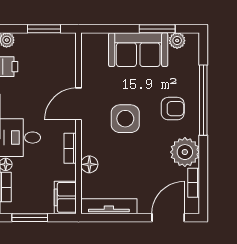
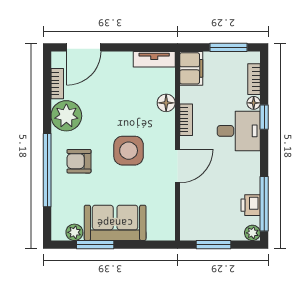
tv unit: (109, 206) -> (154, 59), width x0.71

